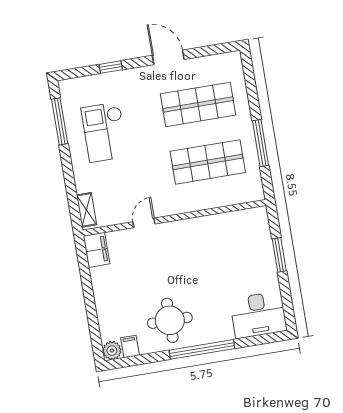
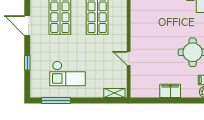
door: (168, 57) -> (27, 26), hinge flipped
filing cabinet: (97, 250) -> (170, 91), moved

